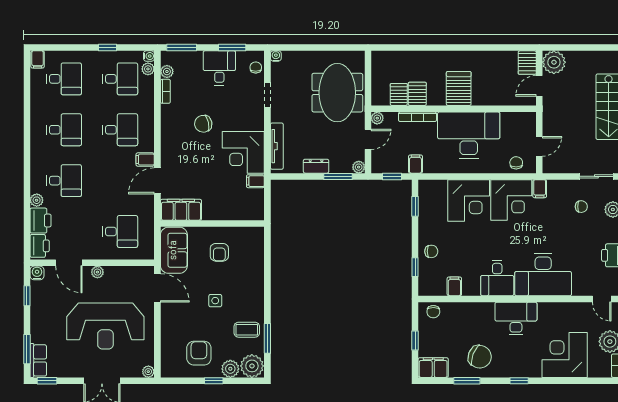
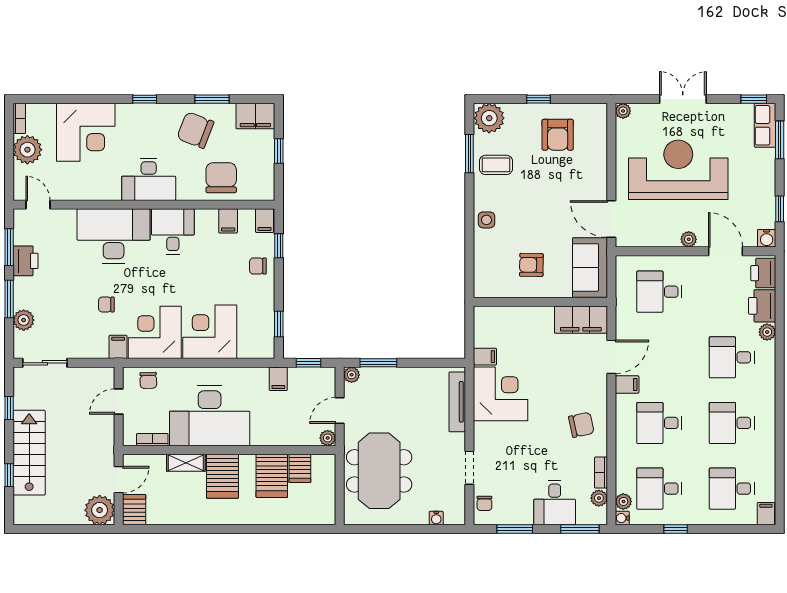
water cooler: (276, 56) -> (436, 518), moved
desk: (219, 68) -> (555, 503), moved
server rack: (417, 94) -> (272, 476), width x1.36, depth x1.44
shelving: (487, 99) -> (186, 463), added
bookcase: (417, 117) -> (152, 440), moved, width x0.64
chair: (203, 124) -> (581, 425), moved
dresser: (316, 166) -> (407, 376), removed
chair: (581, 207) -> (106, 304), moved
armchair: (219, 252) -> (531, 265), turned -89
filing cabinet: (426, 287) -> (265, 221), added
side table: (215, 301) -> (486, 220), moved
chair: (433, 312) -> (221, 178), moved, width x1.87, depth x1.87
plant: (230, 369) -> (517, 115), removed

